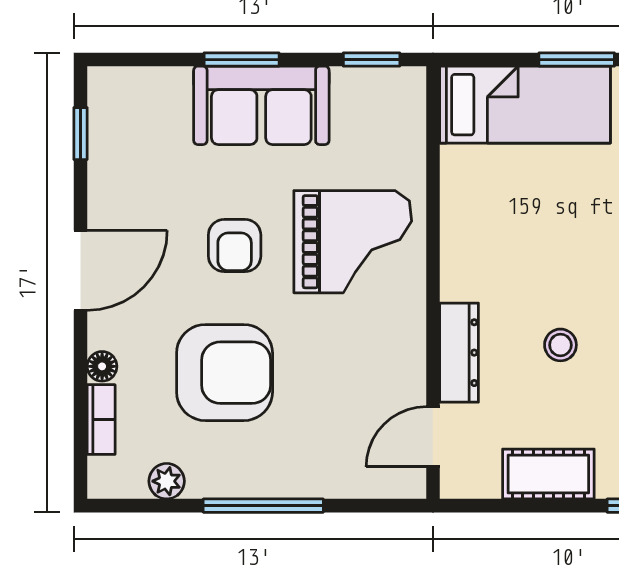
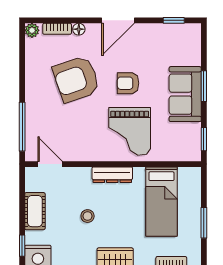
bed: (525, 105) -> (161, 202), moved
door: (81, 270) -> (118, 20), hinge flipped
dresser: (459, 353) -> (112, 175), moved
armchair: (225, 373) -> (76, 79), turned 71
plant: (167, 481) -> (32, 30), moved
window: (263, 506) -> (22, 127), moved

